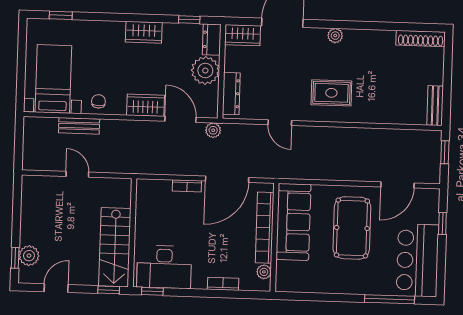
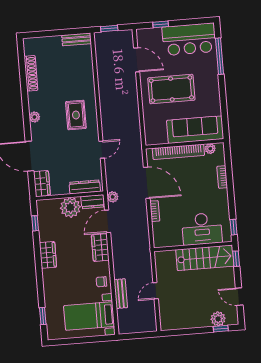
shoe rack: (421, 38) -> (31, 73), moved
dresser: (212, 40) -> (93, 202), moved
sofa: (293, 222) -> (195, 130), moved
desk: (164, 267) -> (202, 229), moved, turned 90

